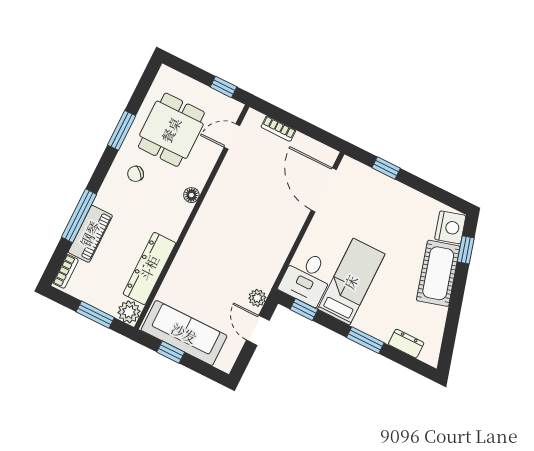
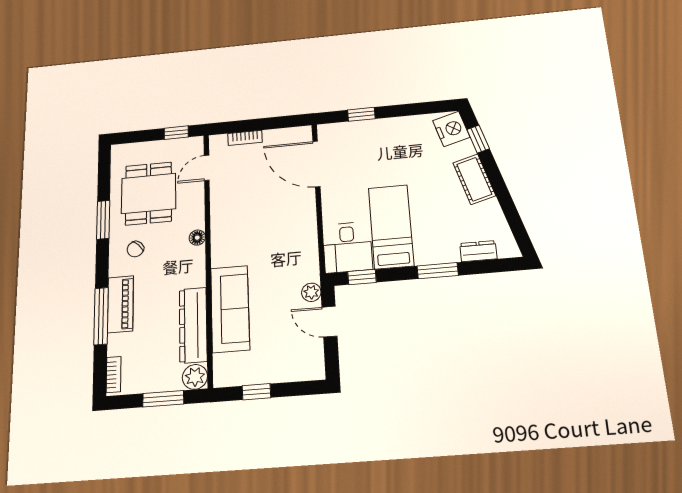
piano: (90, 234) -> (120, 304), moved
cot: (438, 273) -> (474, 179), width x0.73, depth x0.75
sofa: (184, 333) -> (230, 309), moved, turned 90

